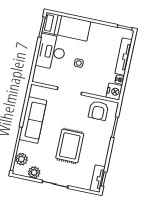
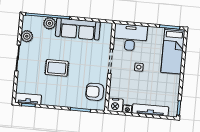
desk: (51, 52) -> (130, 37), moved
rug: (70, 146) -> (57, 68), width x0.73, depth x0.70
plant: (21, 159) -> (50, 23), moved

